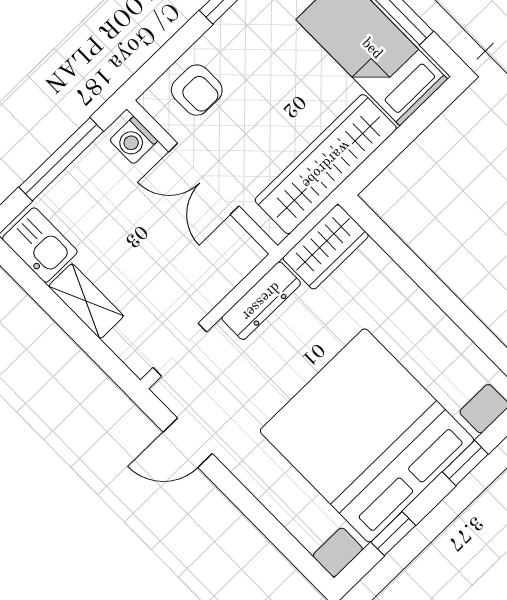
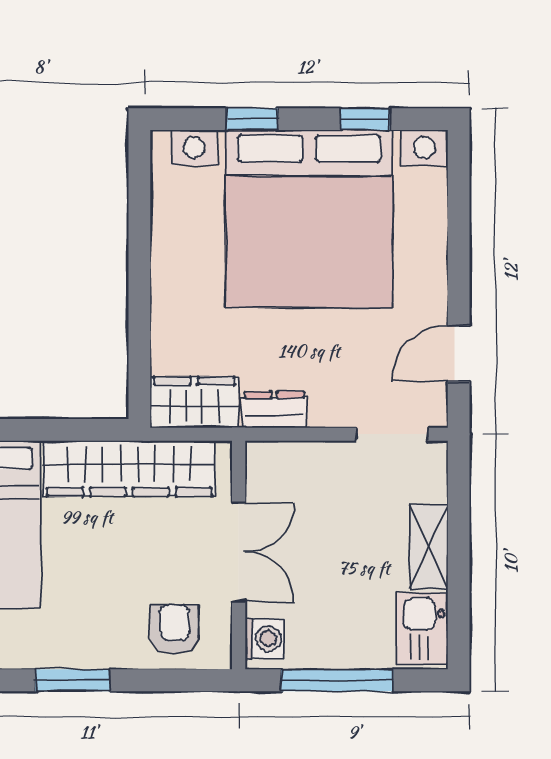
dresser: (261, 301) -> (274, 410), width x0.70
door: (188, 443) -> (459, 354), swing flipped

